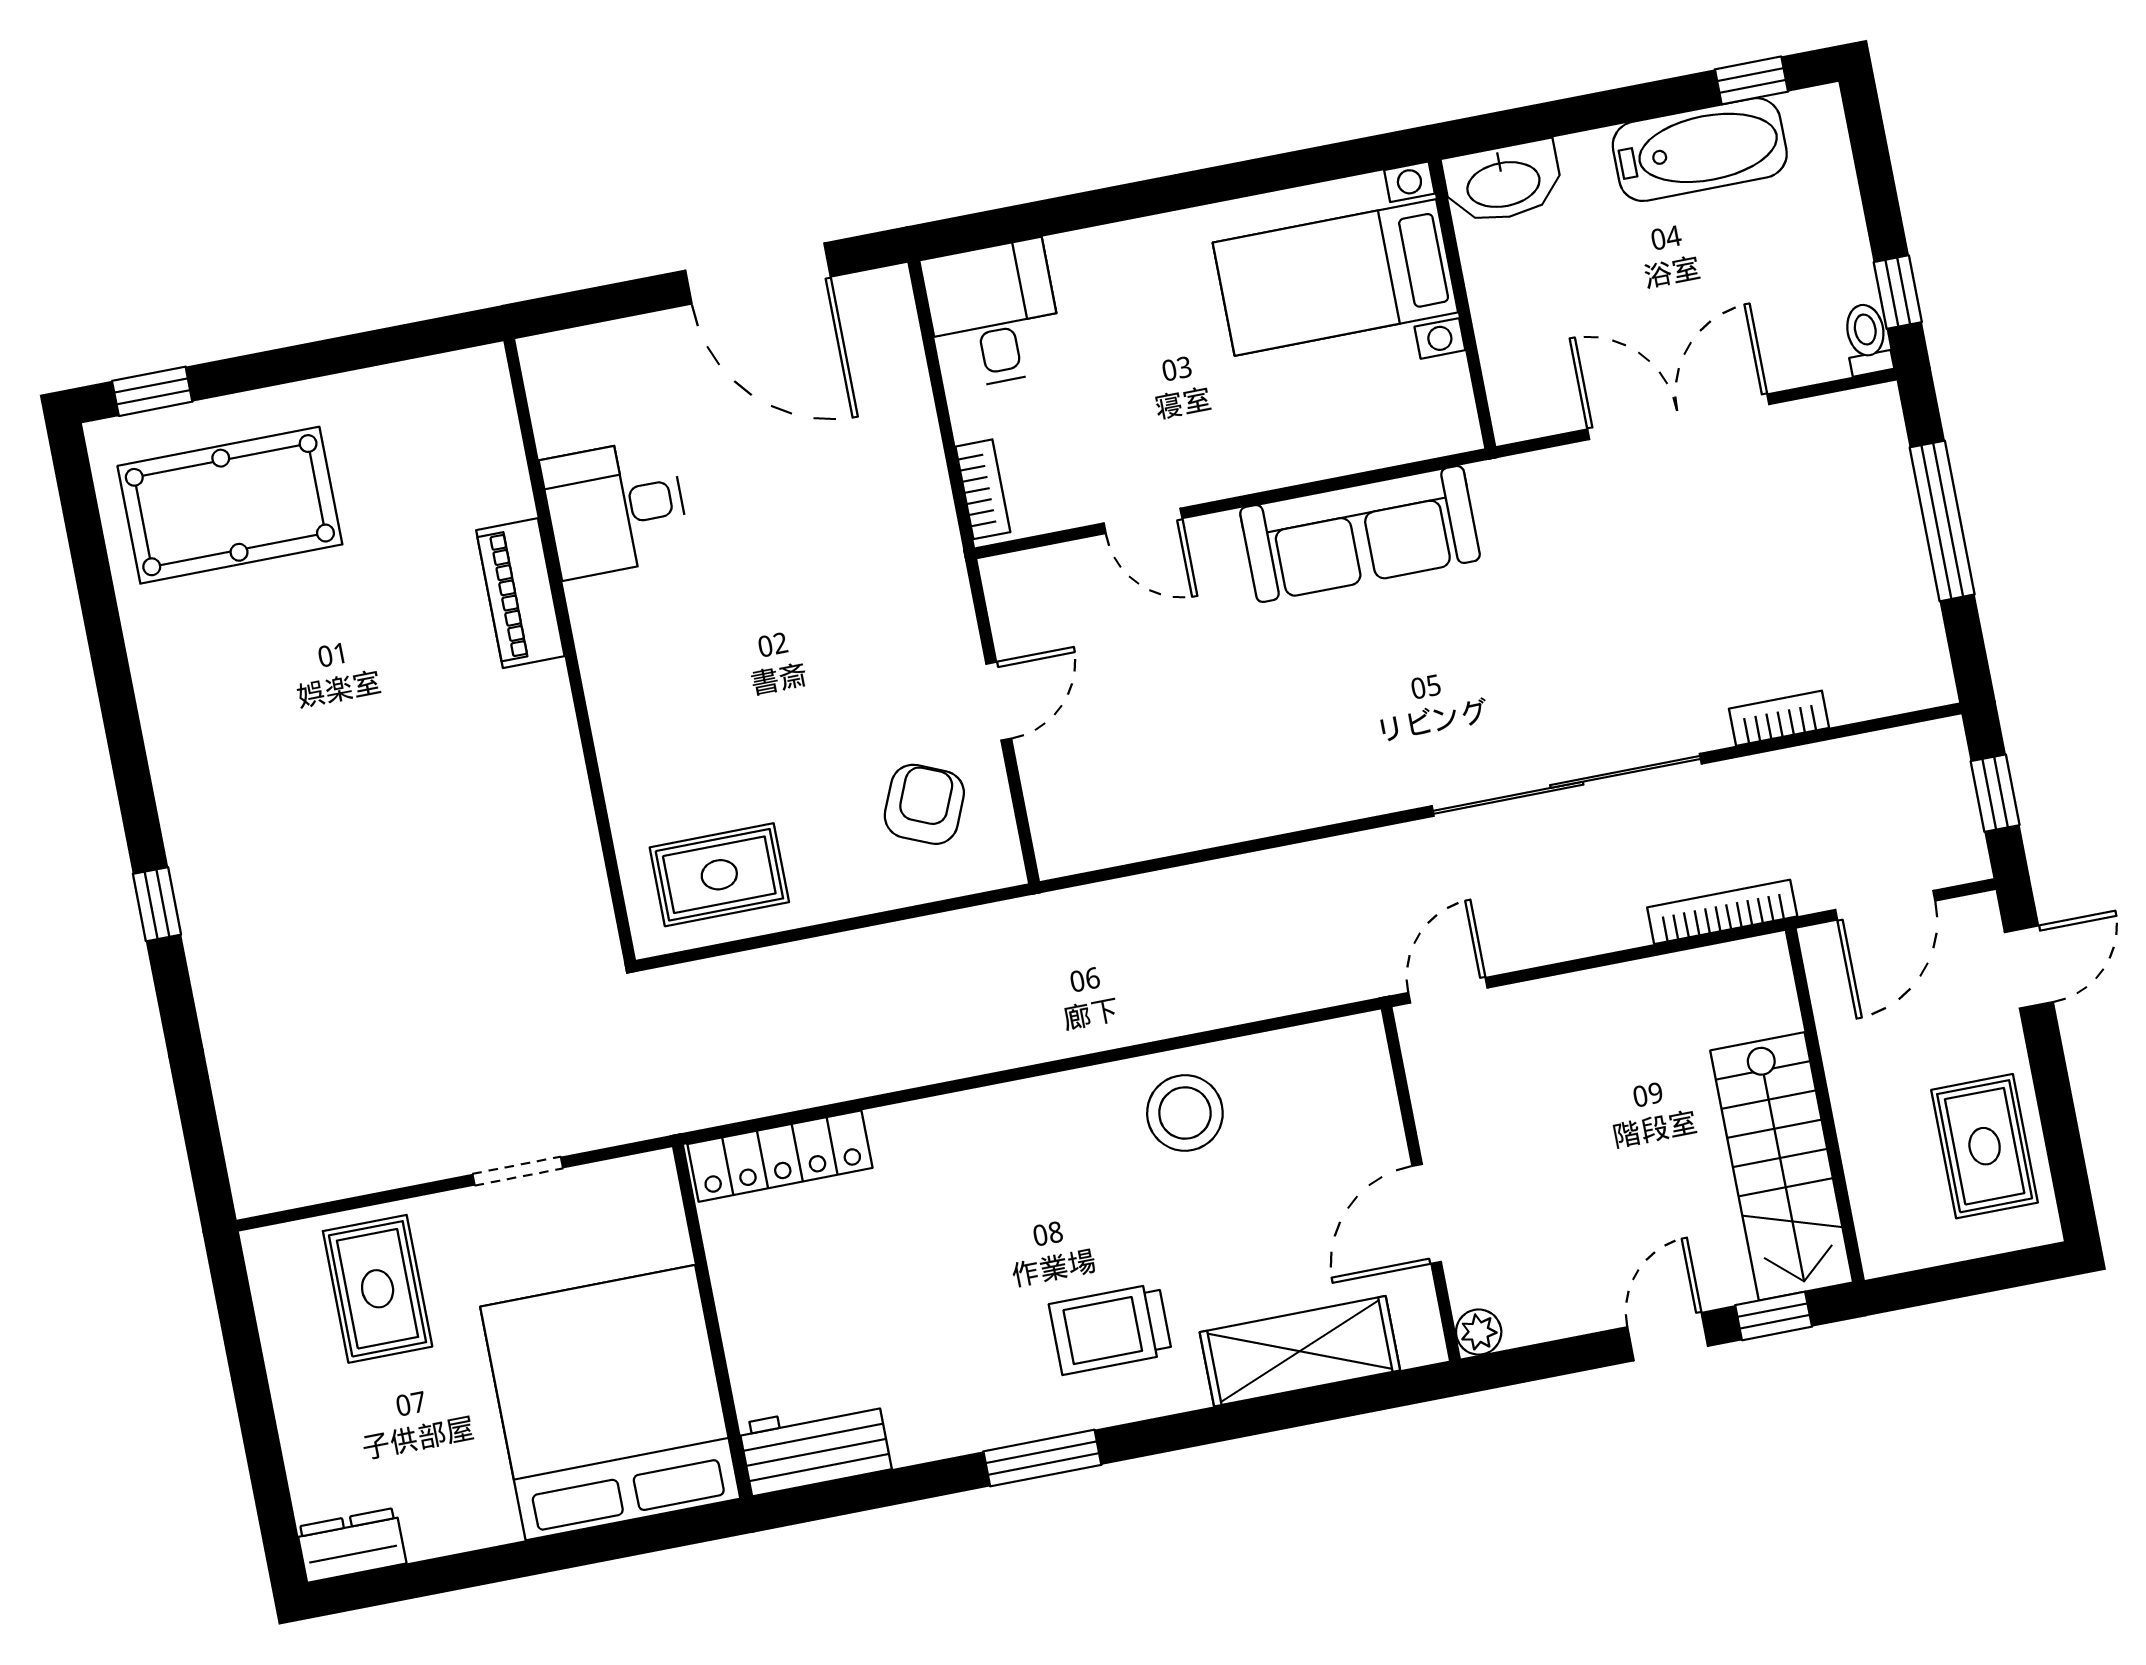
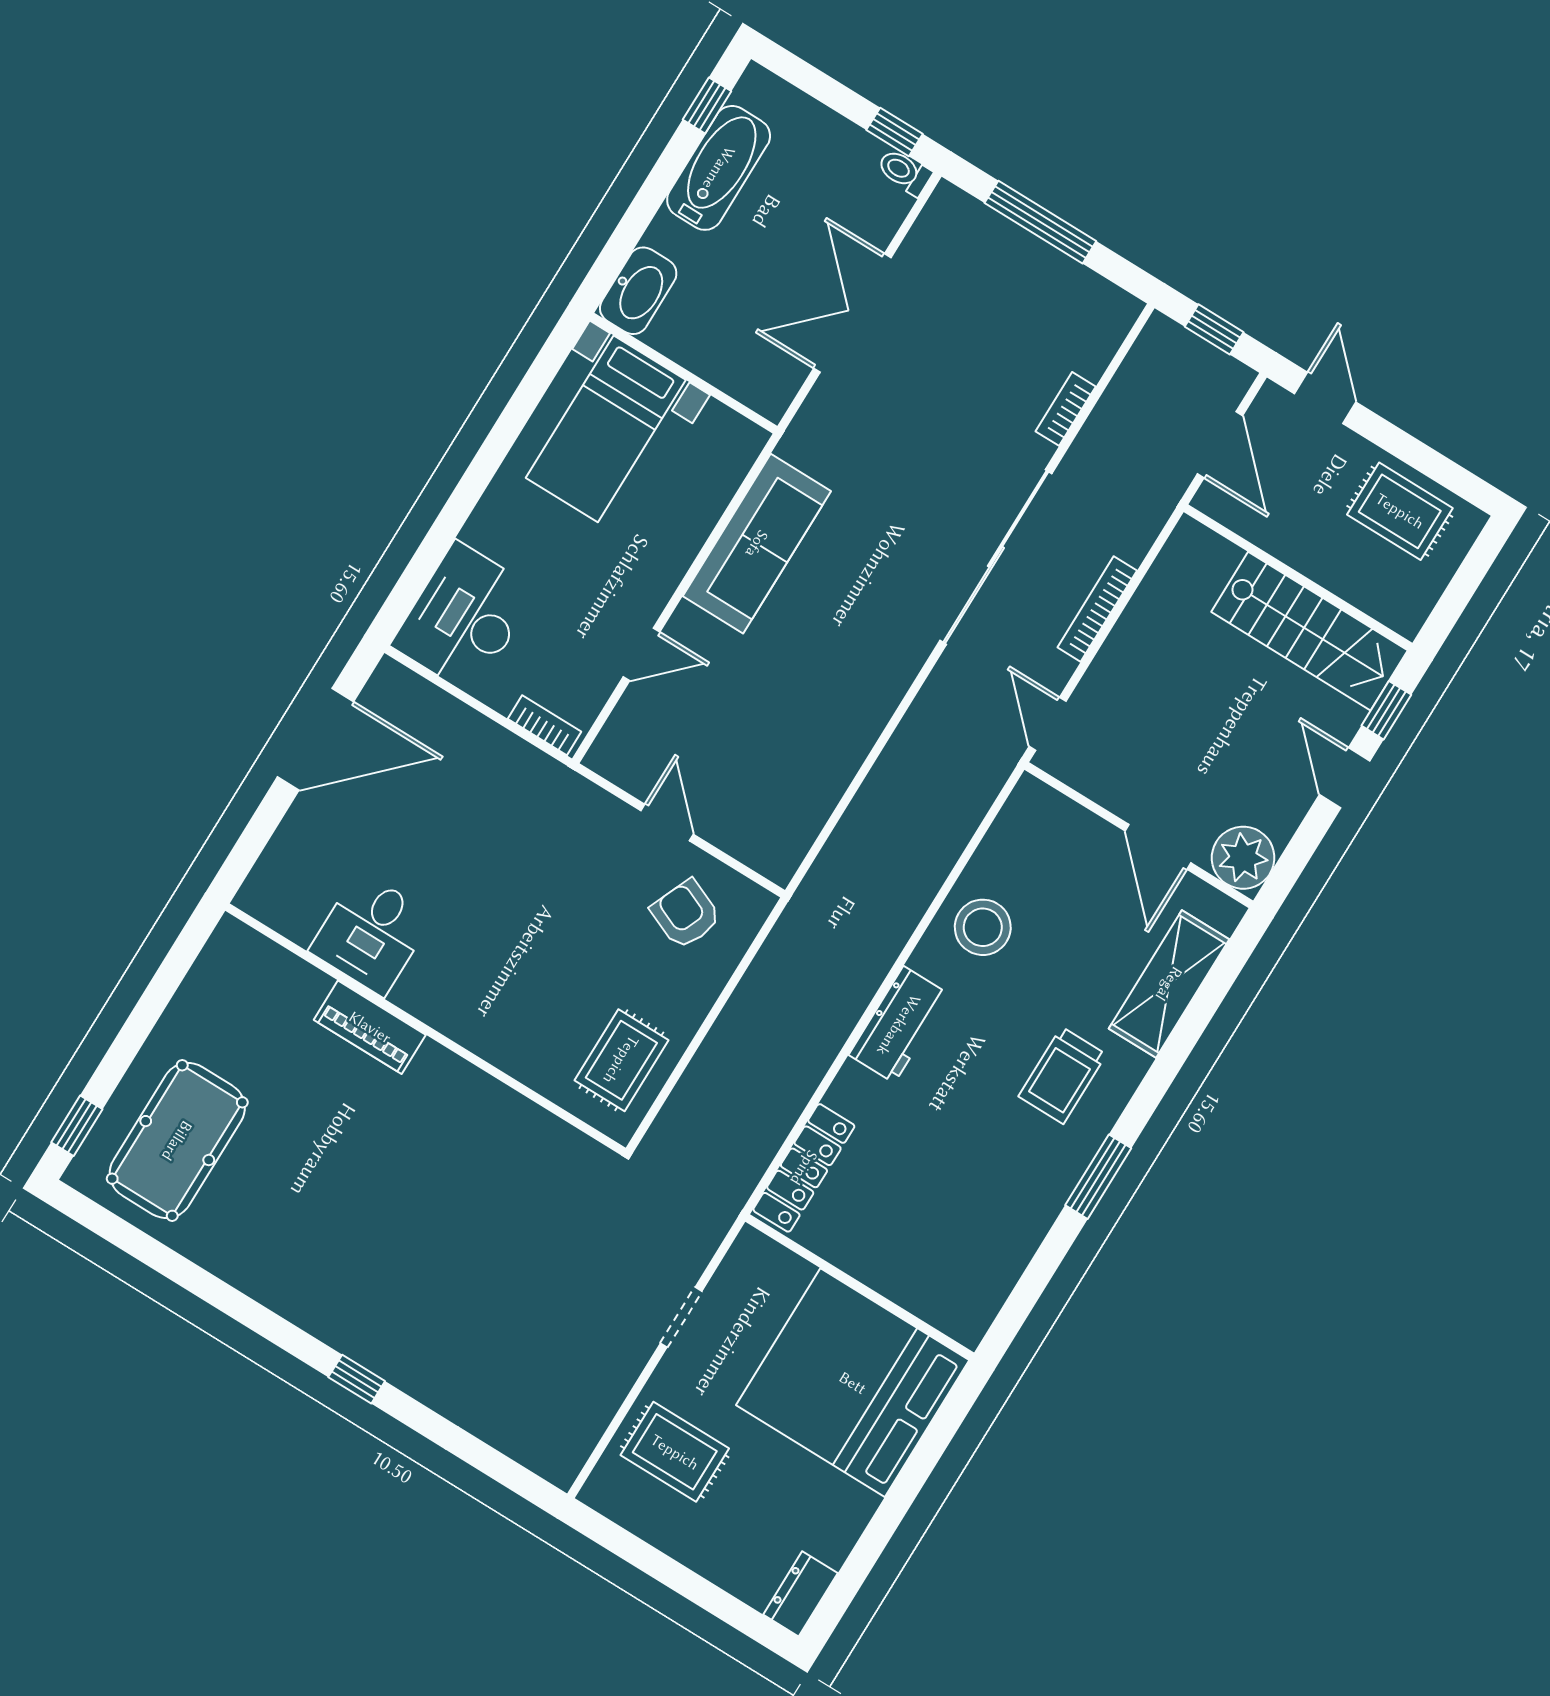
desk: (993, 315) -> (464, 618), width x1.37
bookcase: (1722, 912) -> (1097, 609), moved
plant: (1479, 1332) -> (1243, 858), width x1.88, depth x1.88
workbench: (815, 1447) -> (899, 1025), moved, turned 180

